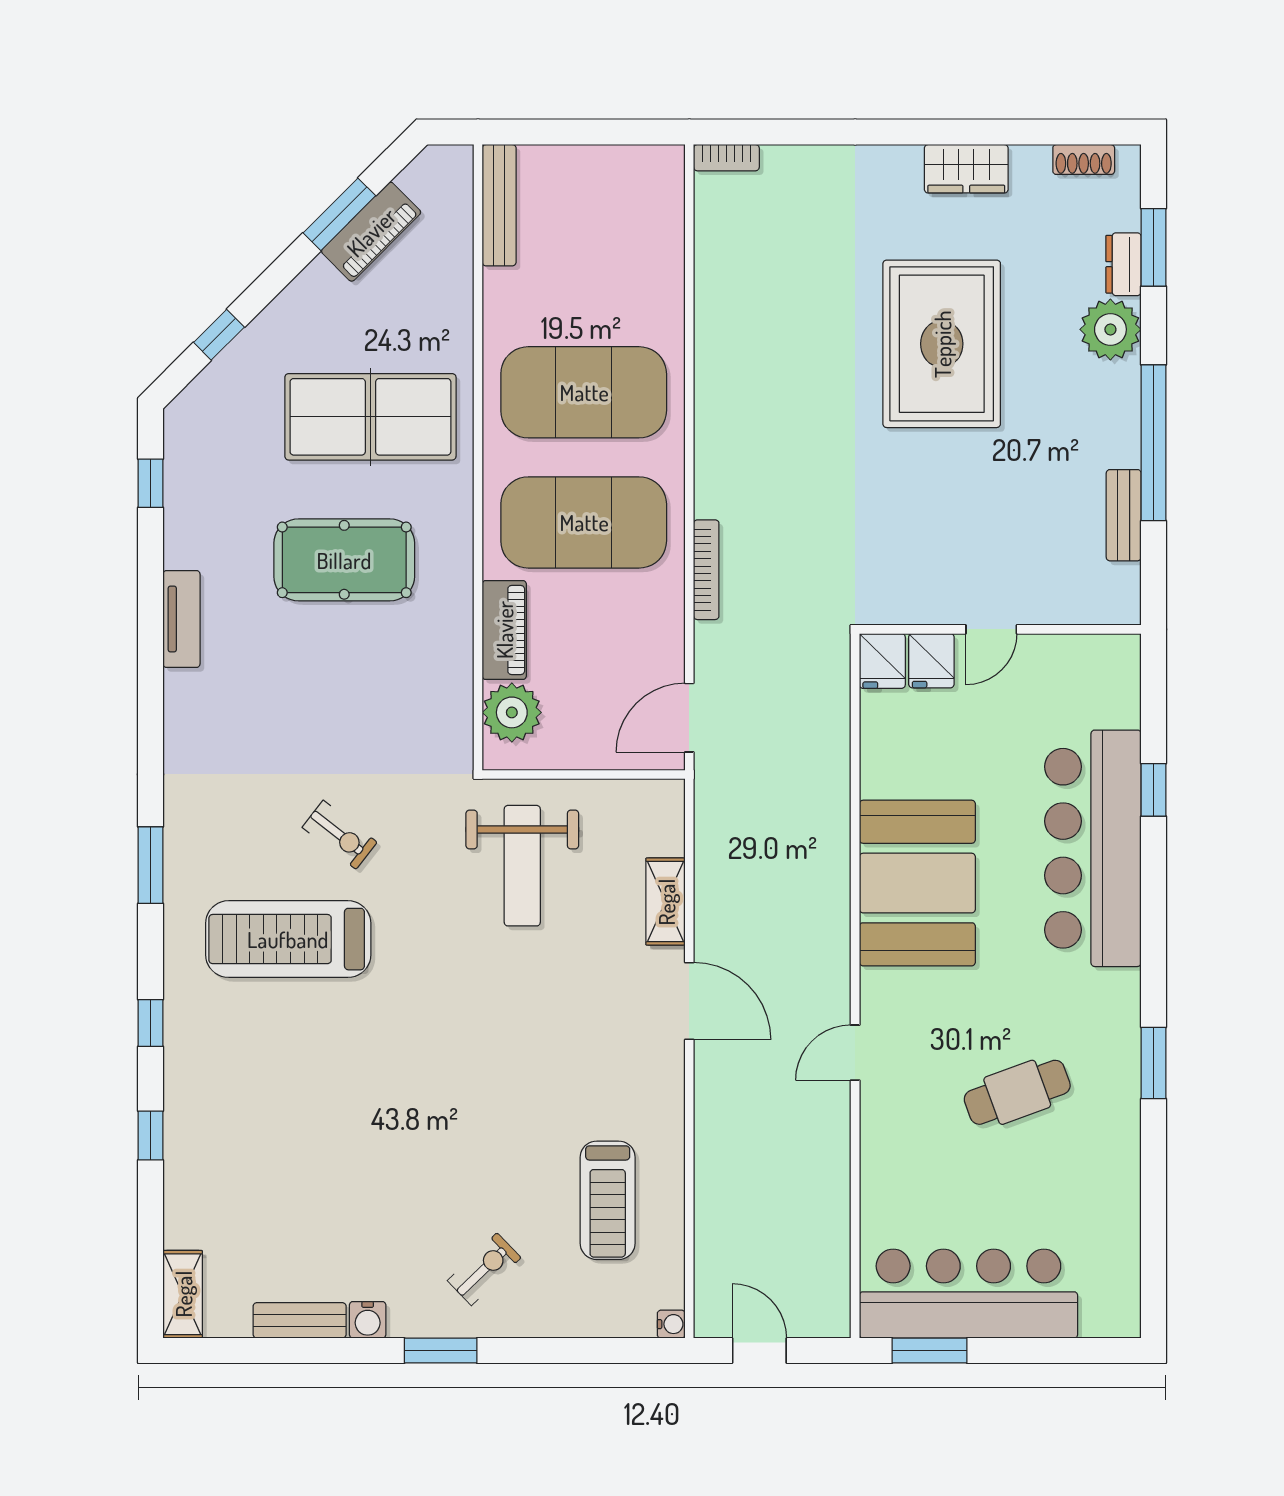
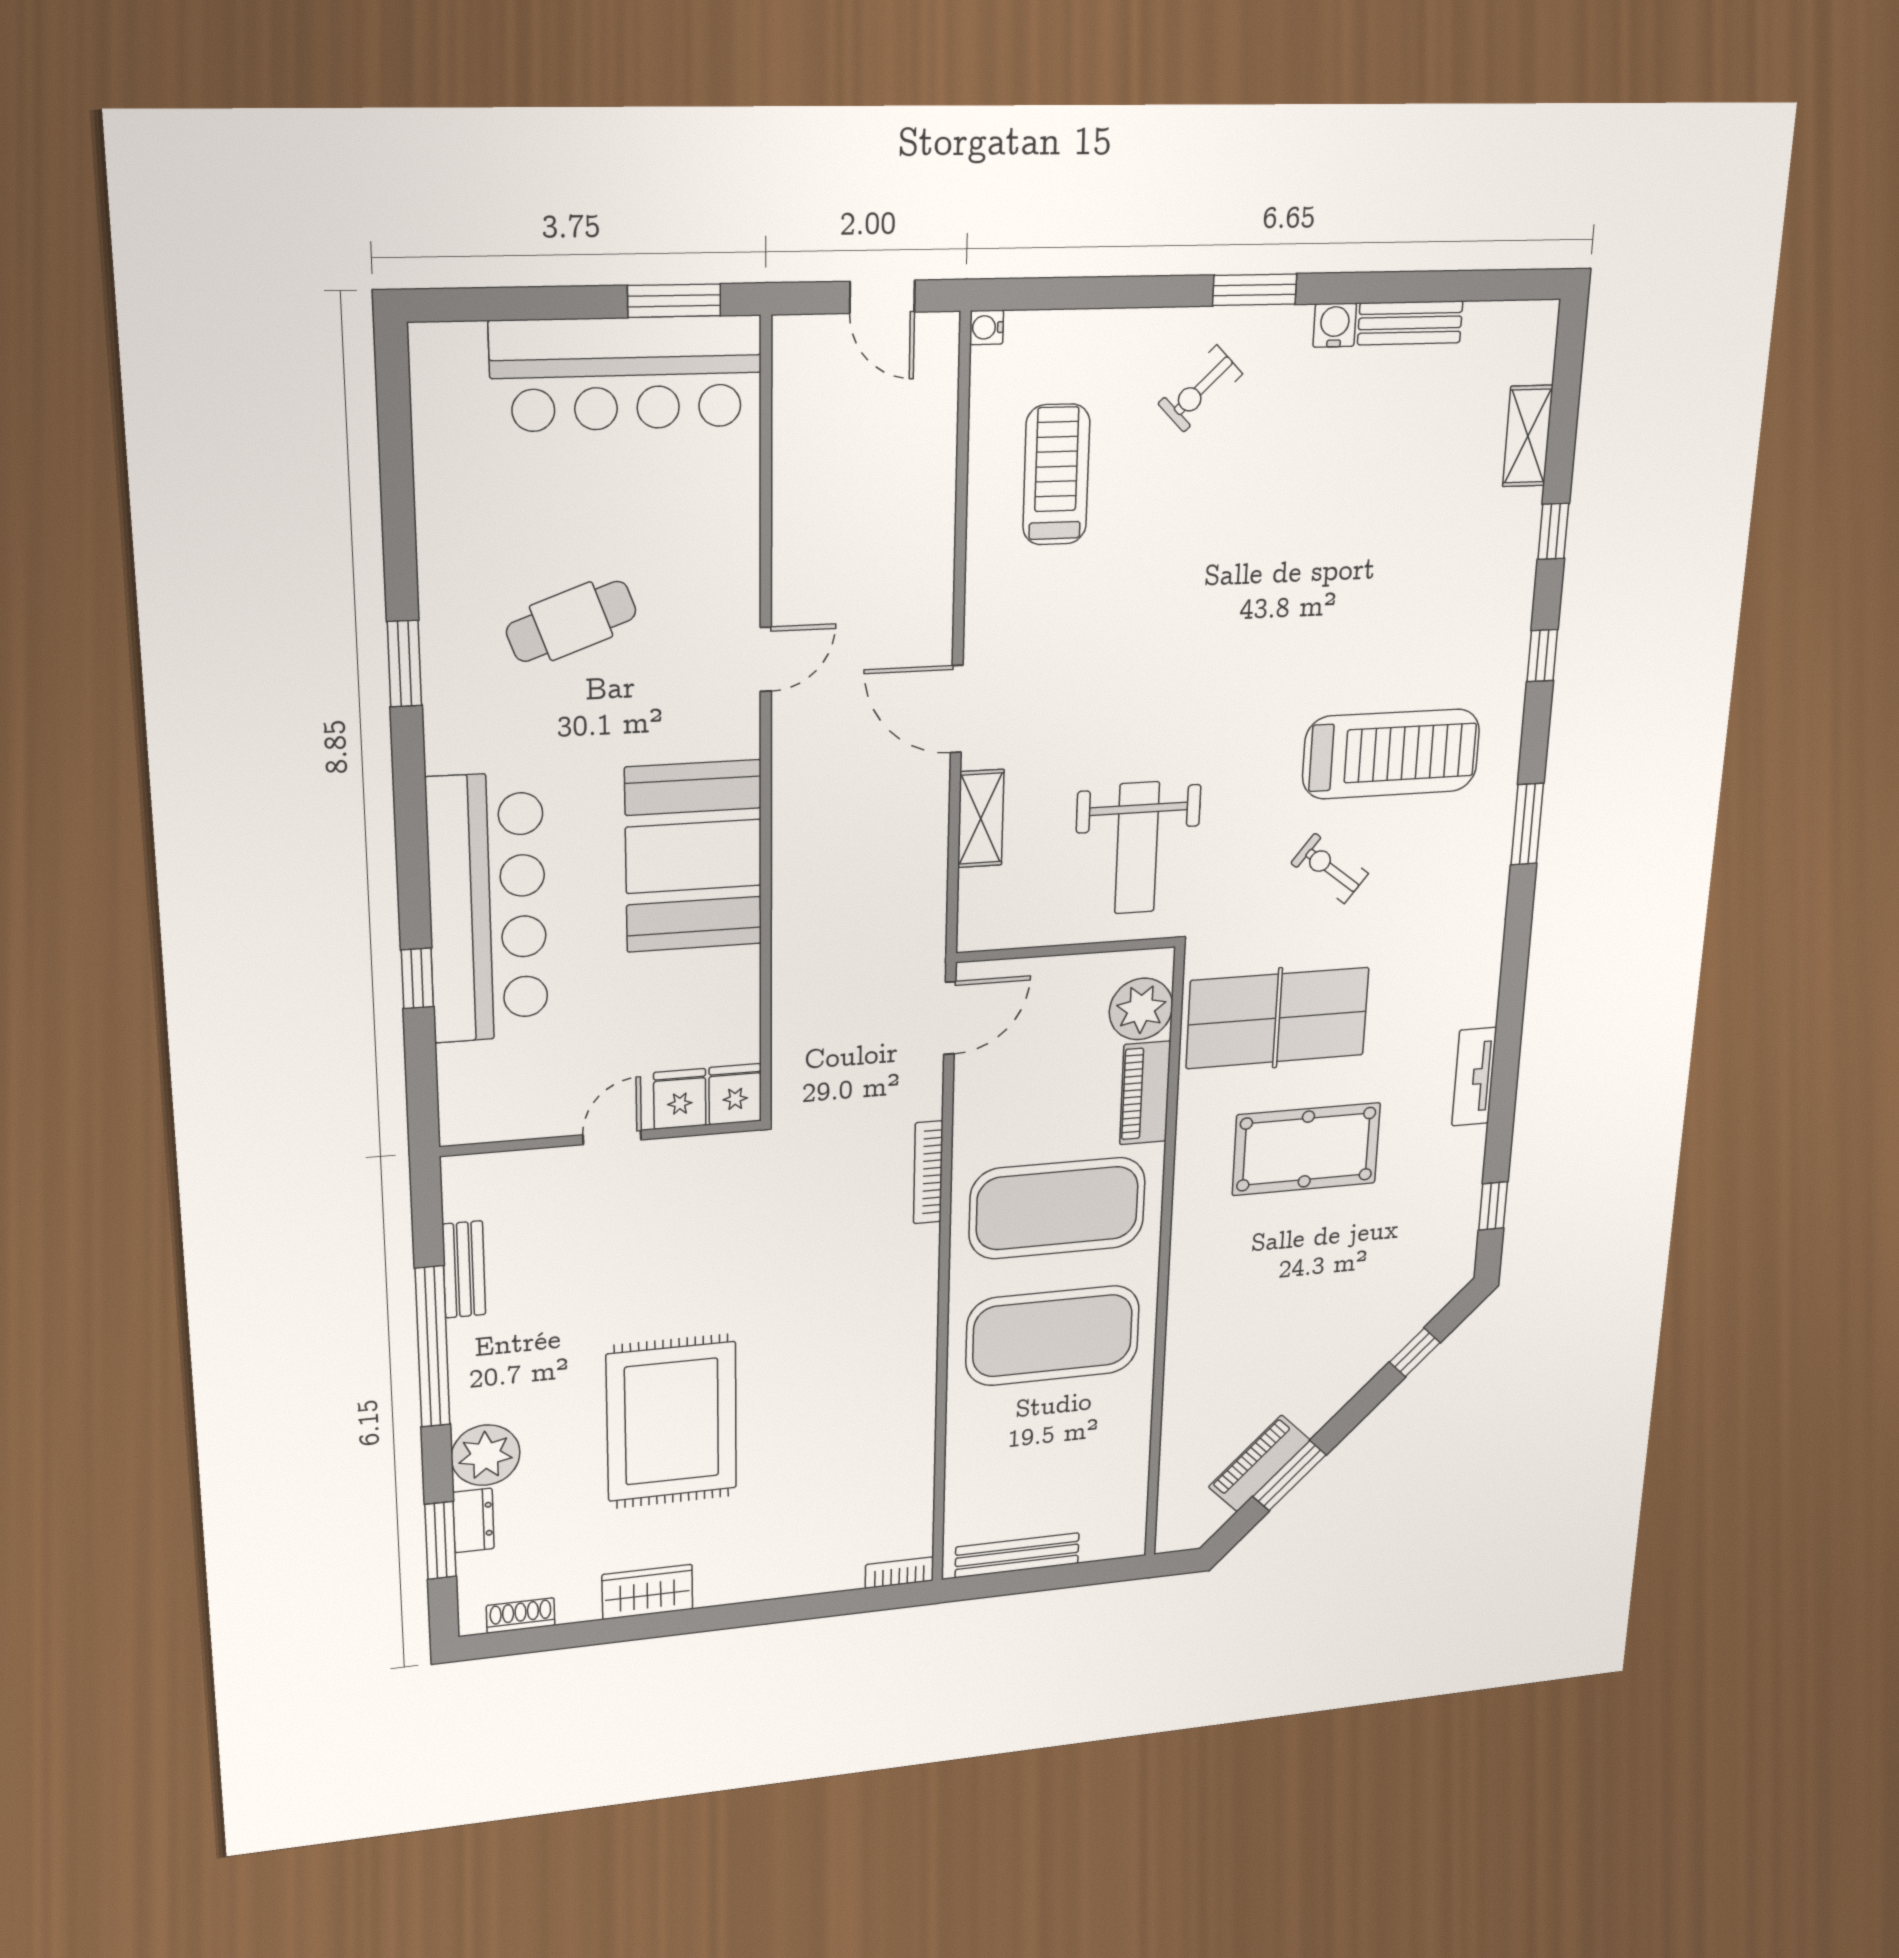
bench: (499, 205) -> (1017, 1555), moved, turned 90
table tennis table: (370, 417) -> (1278, 1018), moved
weight bench: (522, 866) -> (1137, 848), turned 180
shelving: (183, 1294) -> (1528, 436), moved

